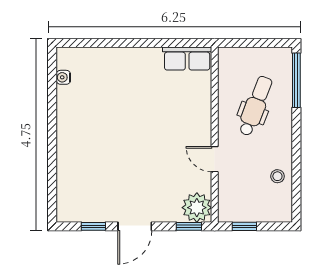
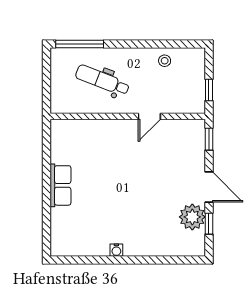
row of seats: (187, 59) -> (60, 185), moved
water cooler: (63, 77) -> (116, 250), moved
plant: (197, 208) -> (192, 217), moved

